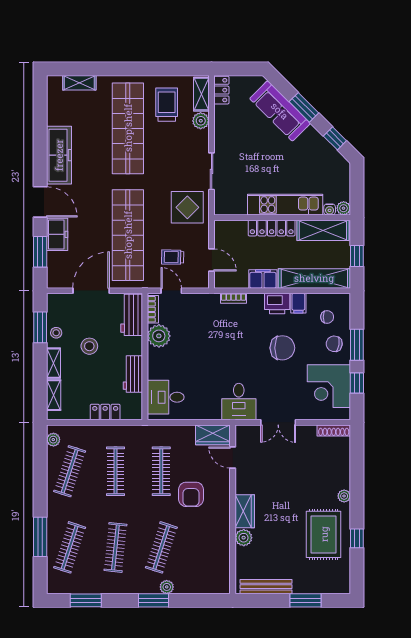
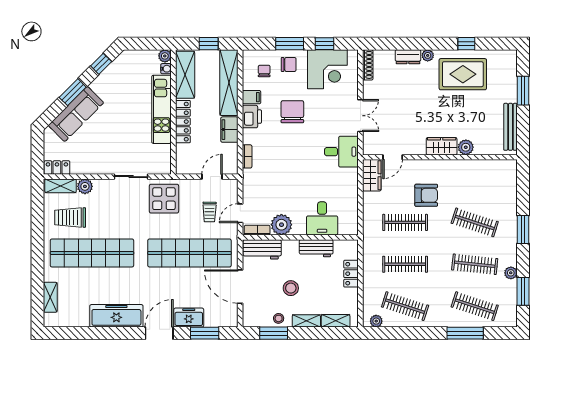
chair: (334, 344) -> (289, 64), turned -100
desk: (166, 397) -> (322, 218), moved
dresser: (343, 474) -> (408, 57), added
plant: (167, 587) -> (511, 273), moved

